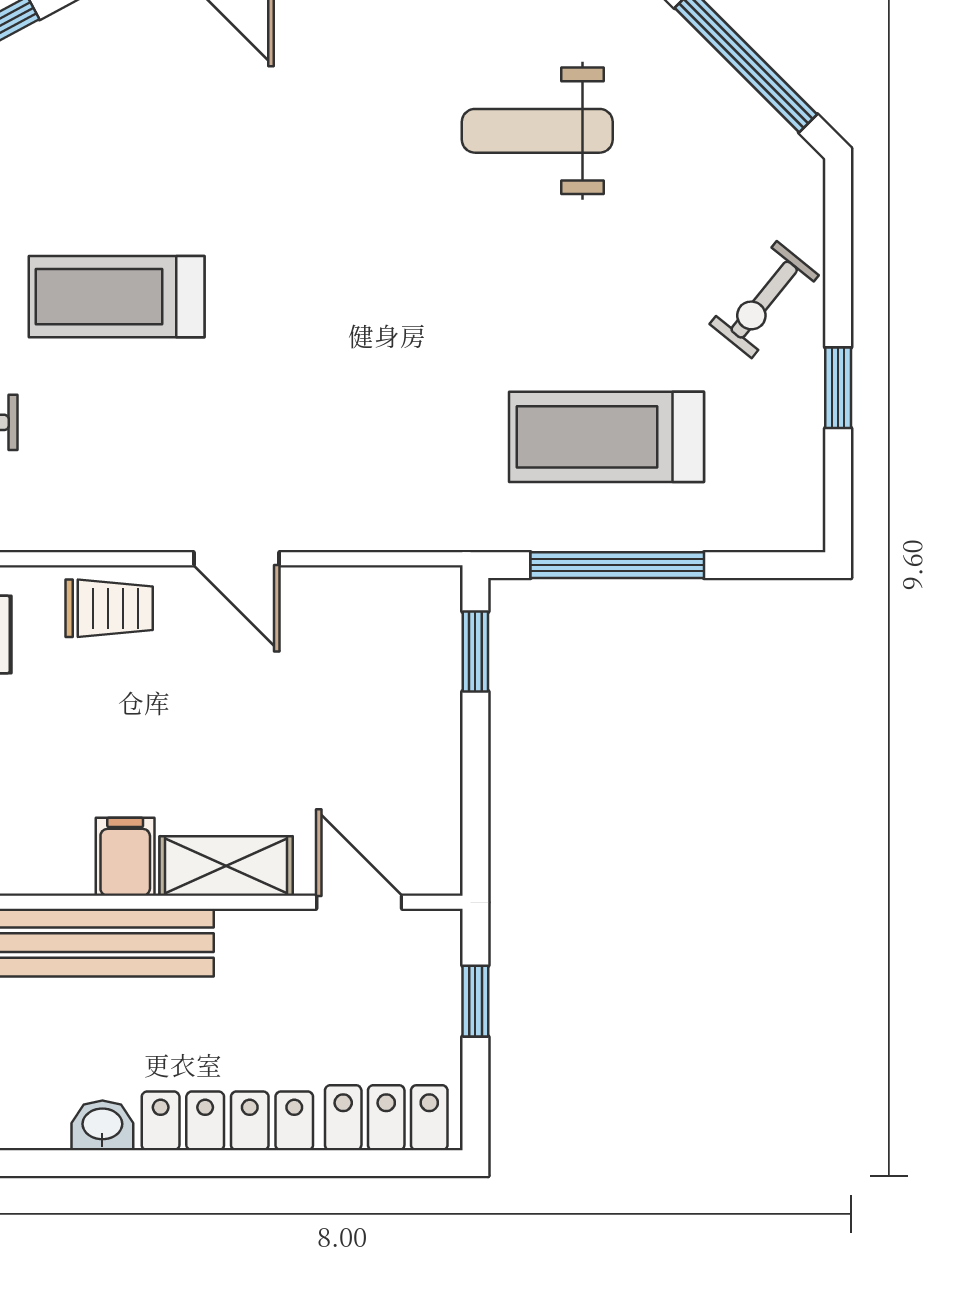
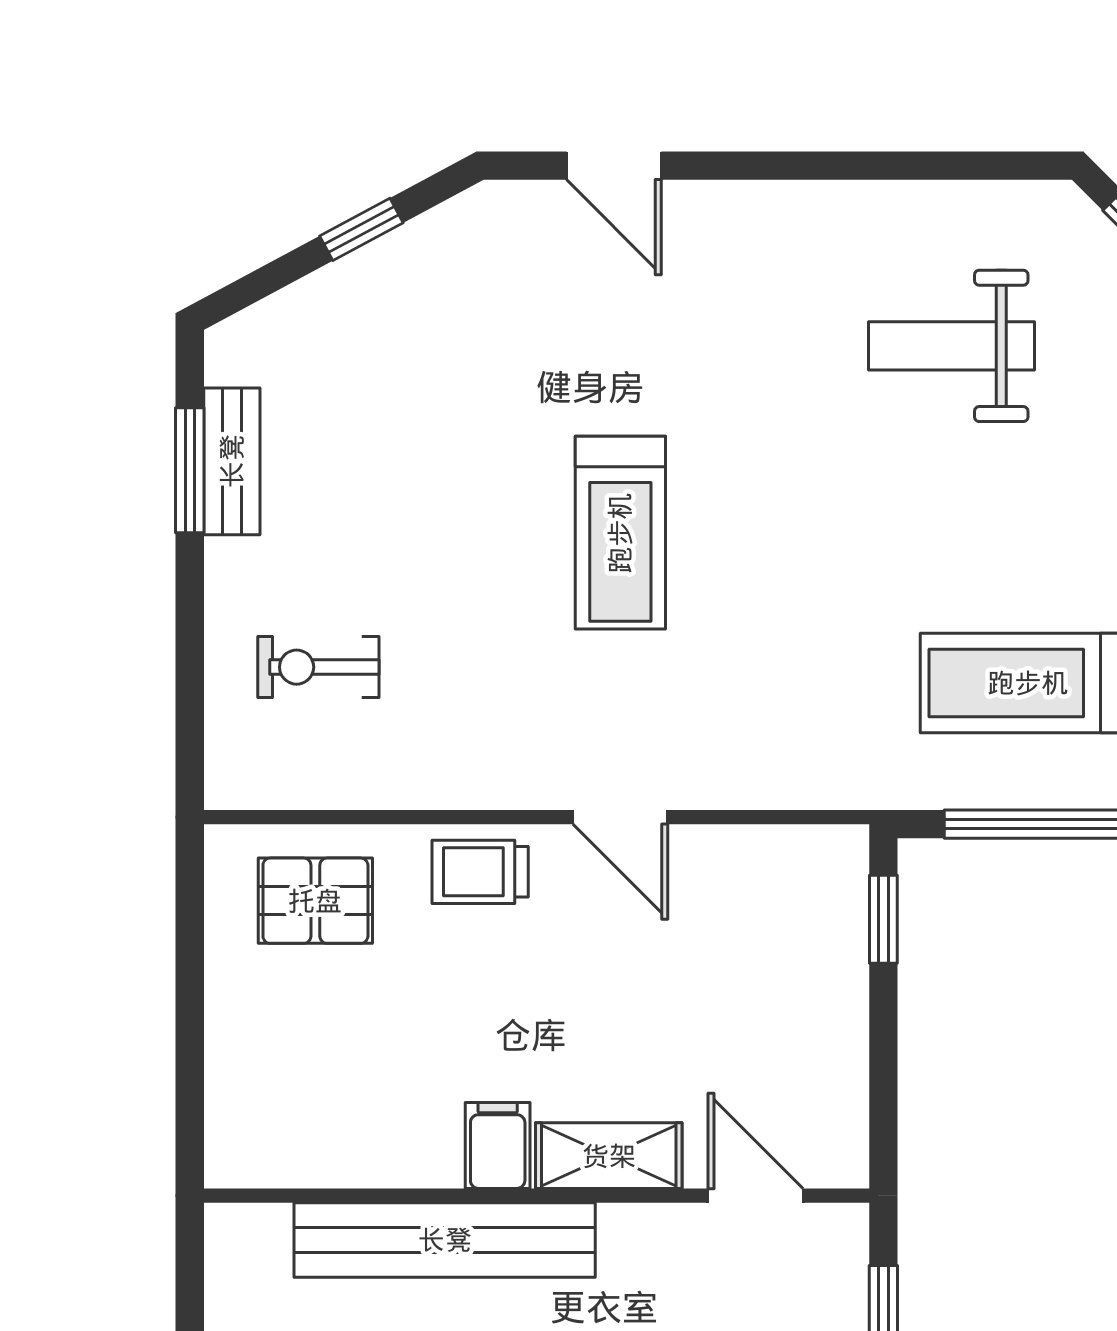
treadmill: (117, 297) -> (620, 533), moved, turned -90
trolley: (109, 608) -> (480, 872), turned 180

